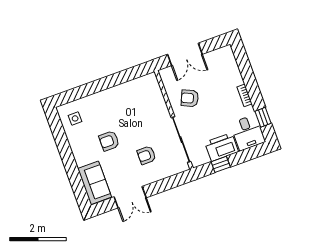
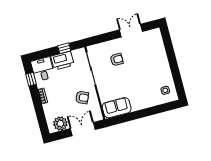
plant: (217, 59) -> (60, 124), added
armchair: (109, 141) -> (142, 72), removed
sofa: (95, 183) -> (117, 108), moved, turned 90

